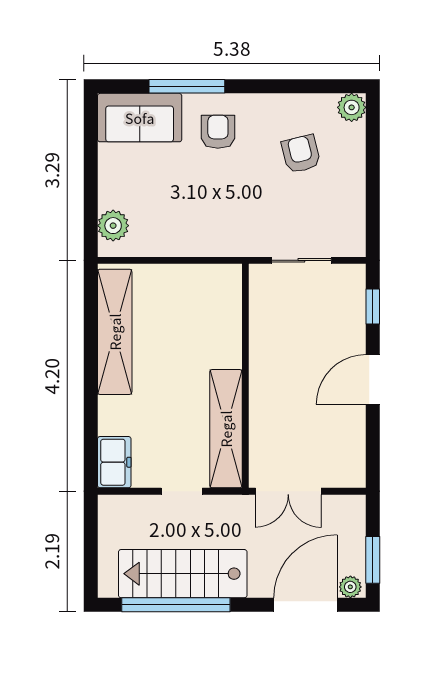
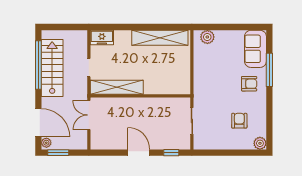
armchair: (301, 154) -> (239, 121), turned -76

